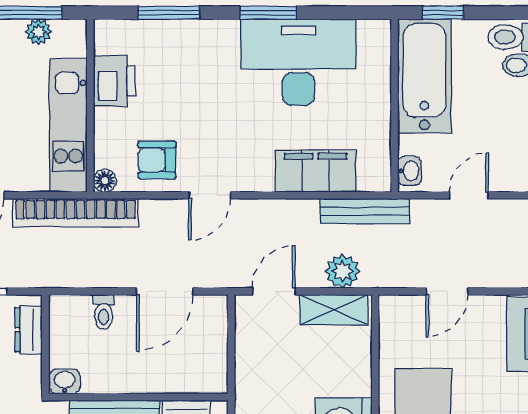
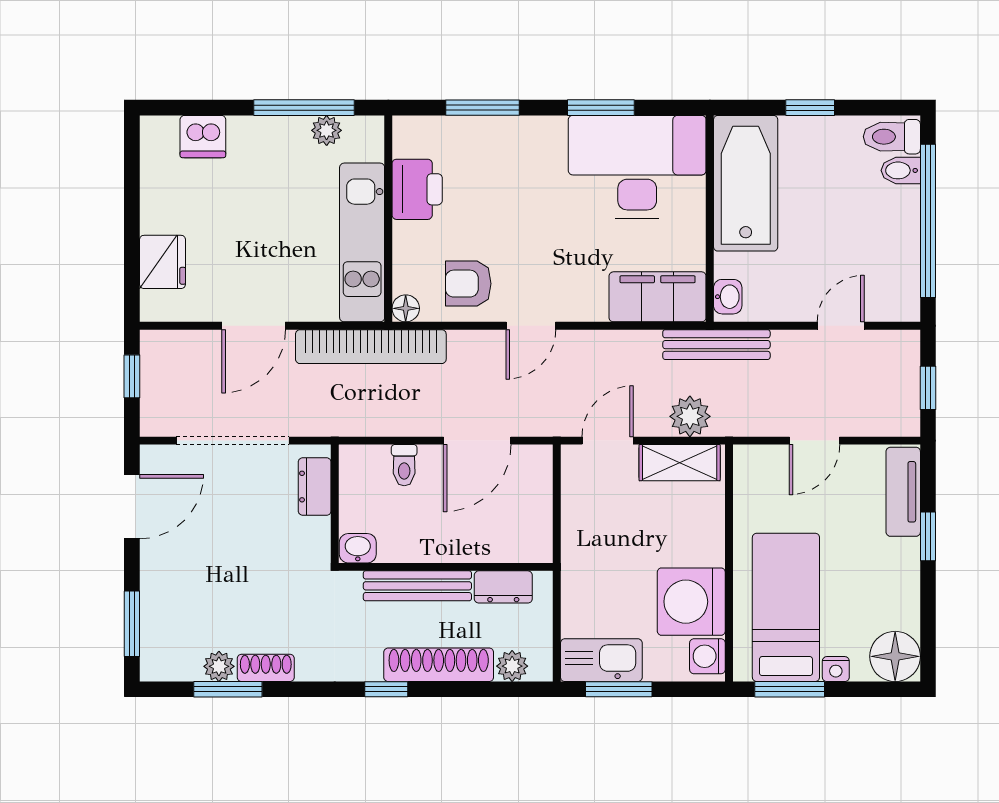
bathtub: (425, 76) -> (746, 183), moved
wall: (394, 106) -> (710, 219), moved
washbasin: (409, 171) -> (728, 297), moved

